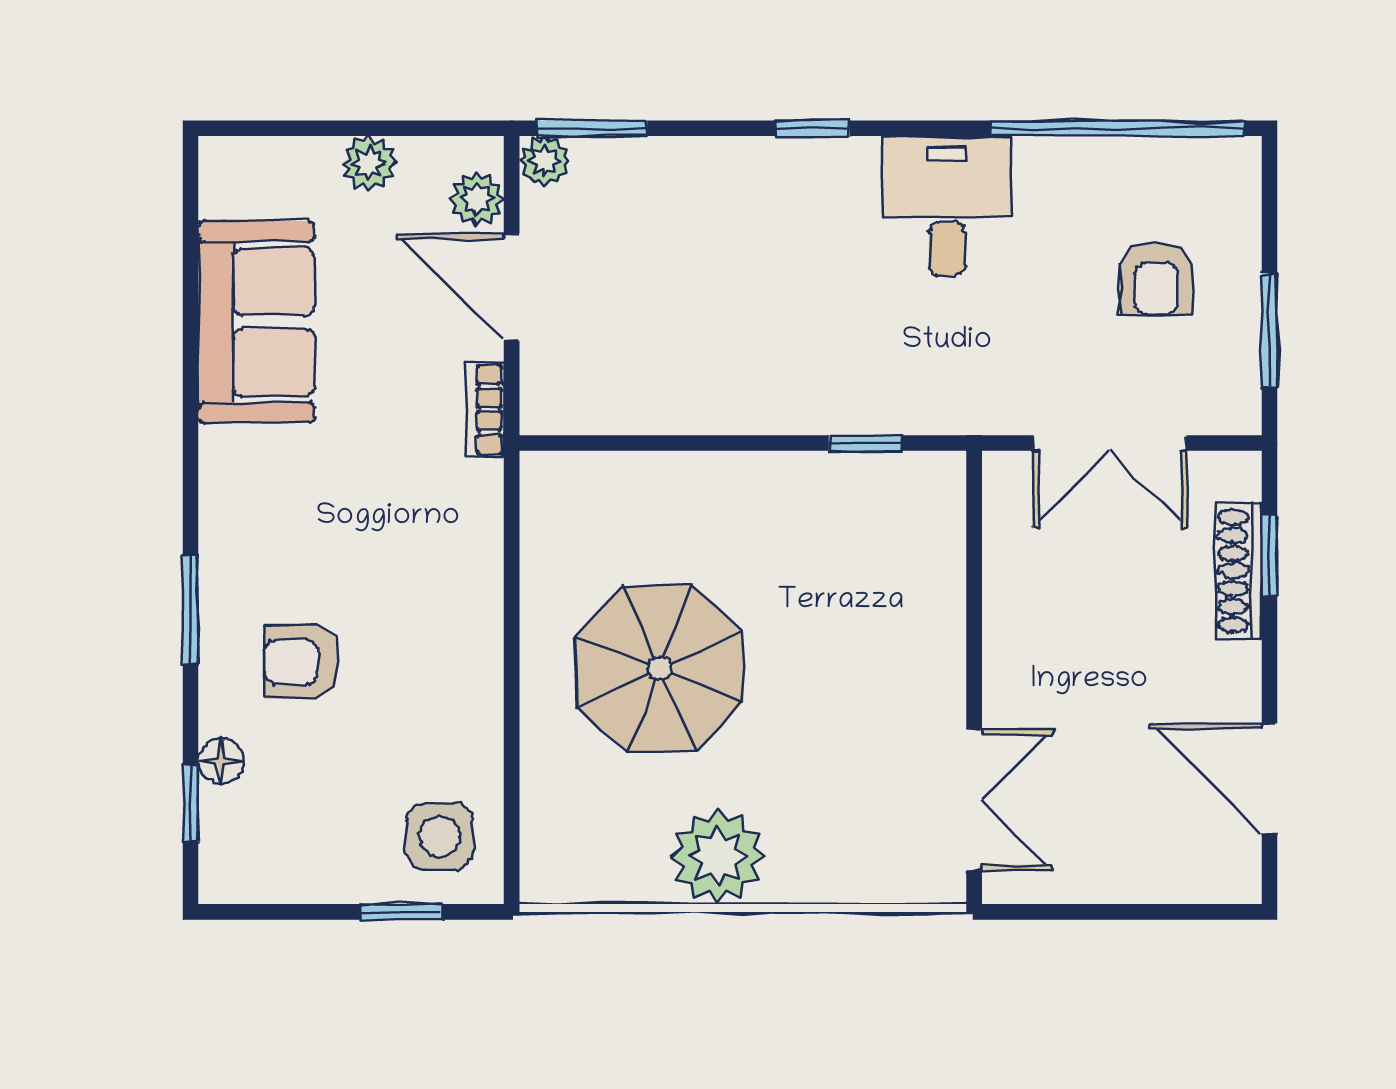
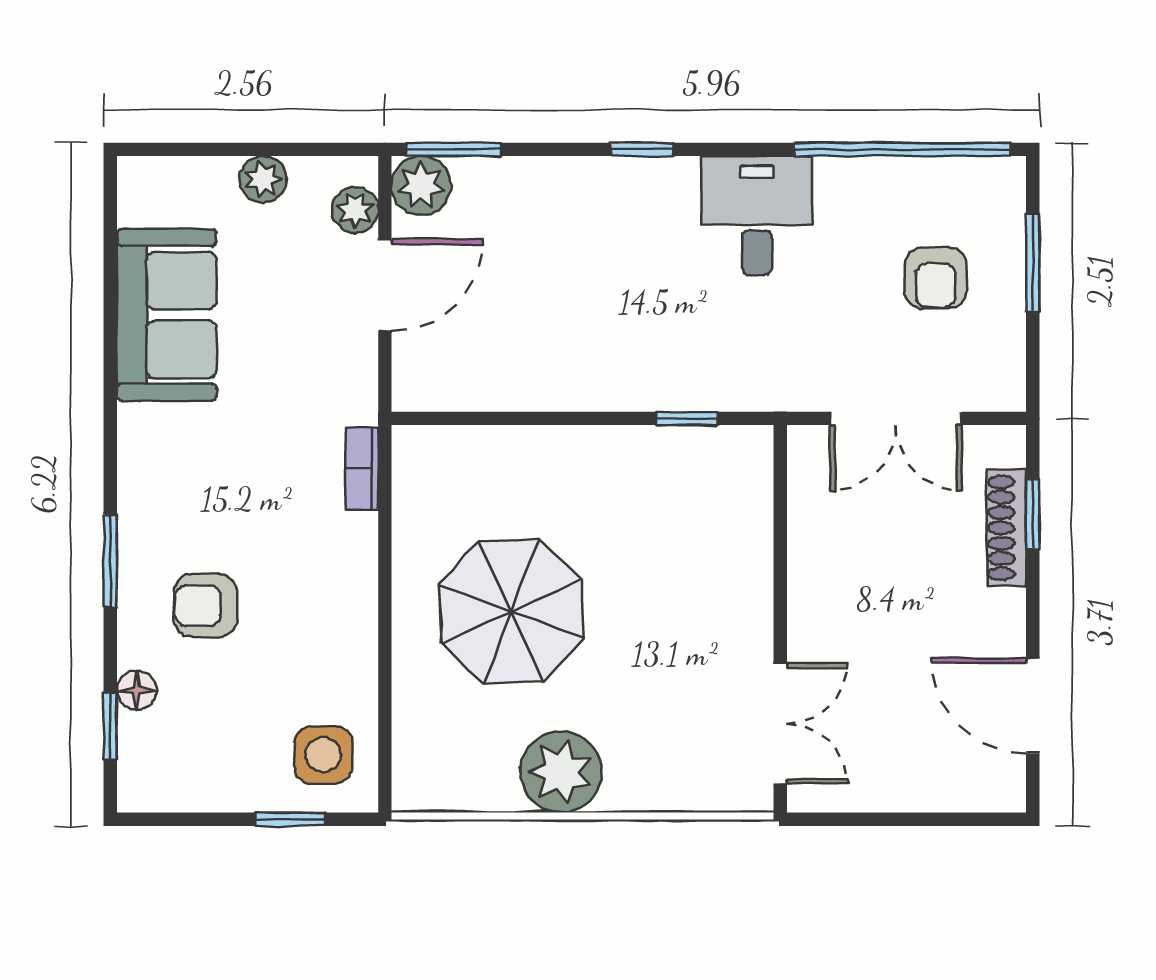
plant: (545, 161) -> (421, 186), width x1.38, depth x1.38
door: (512, 287) -> (385, 285), swing flipped
window: (1270, 330) -> (1033, 262), moved
bookcase: (485, 409) -> (362, 468), moved

